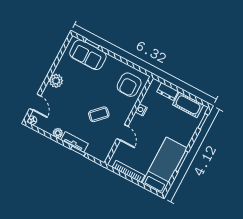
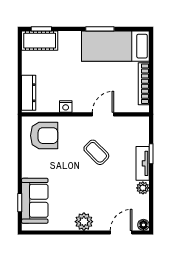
dresser: (168, 91) -> (29, 93), width x1.44
cot: (188, 105) -> (40, 41), moved, turned 90

